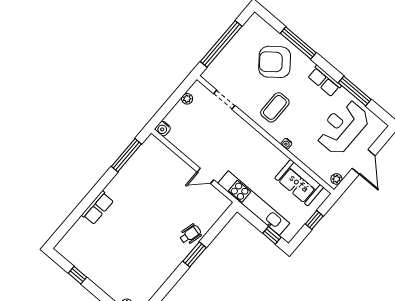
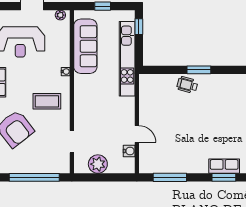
plant: (187, 99) -> (98, 164), width x1.88, depth x1.88
water cooler: (163, 129) -> (129, 151), moved
door: (205, 176) -> (137, 134), moved
sofa: (299, 183) -> (85, 46), width x1.36
window: (88, 200) -> (224, 177), added

